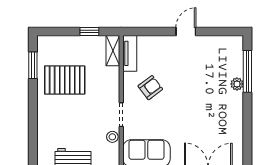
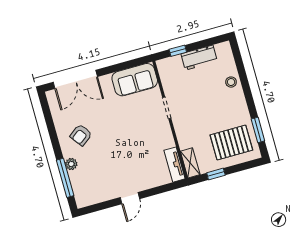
pallet: (65, 80) -> (231, 143), moved
armchair: (150, 88) -> (81, 135), moved
stool: (112, 137) -> (231, 82), moved

